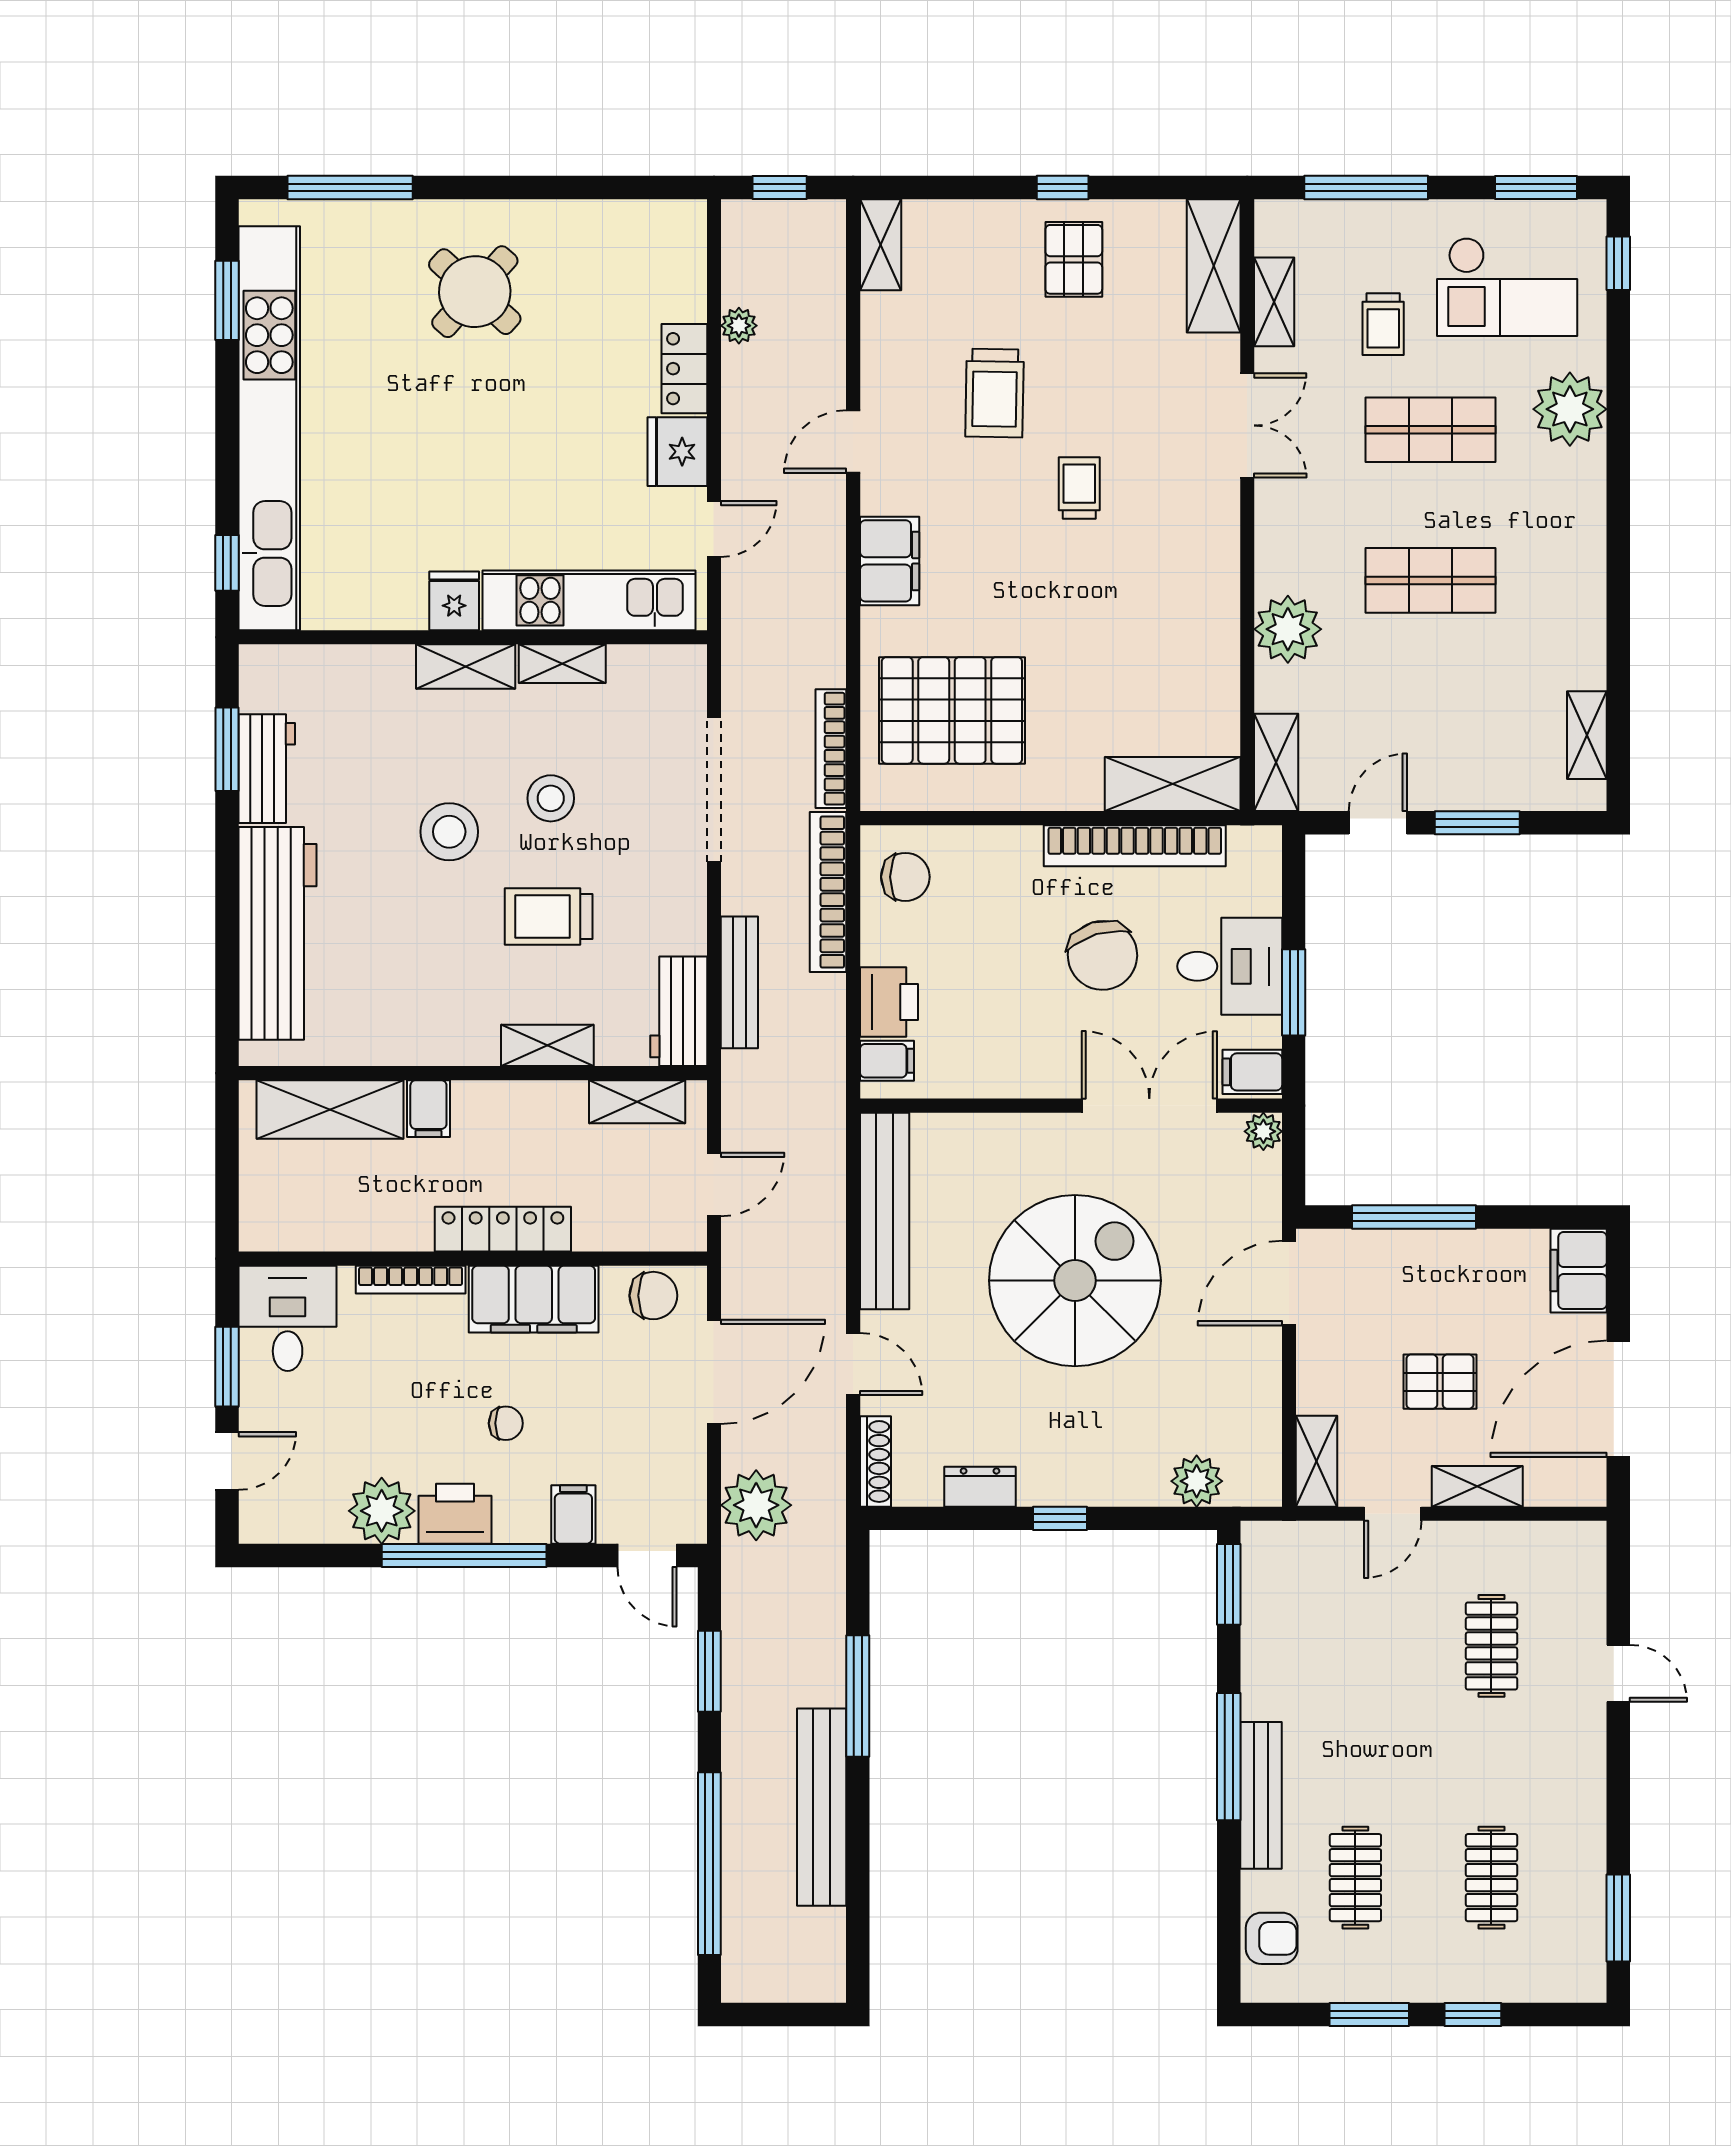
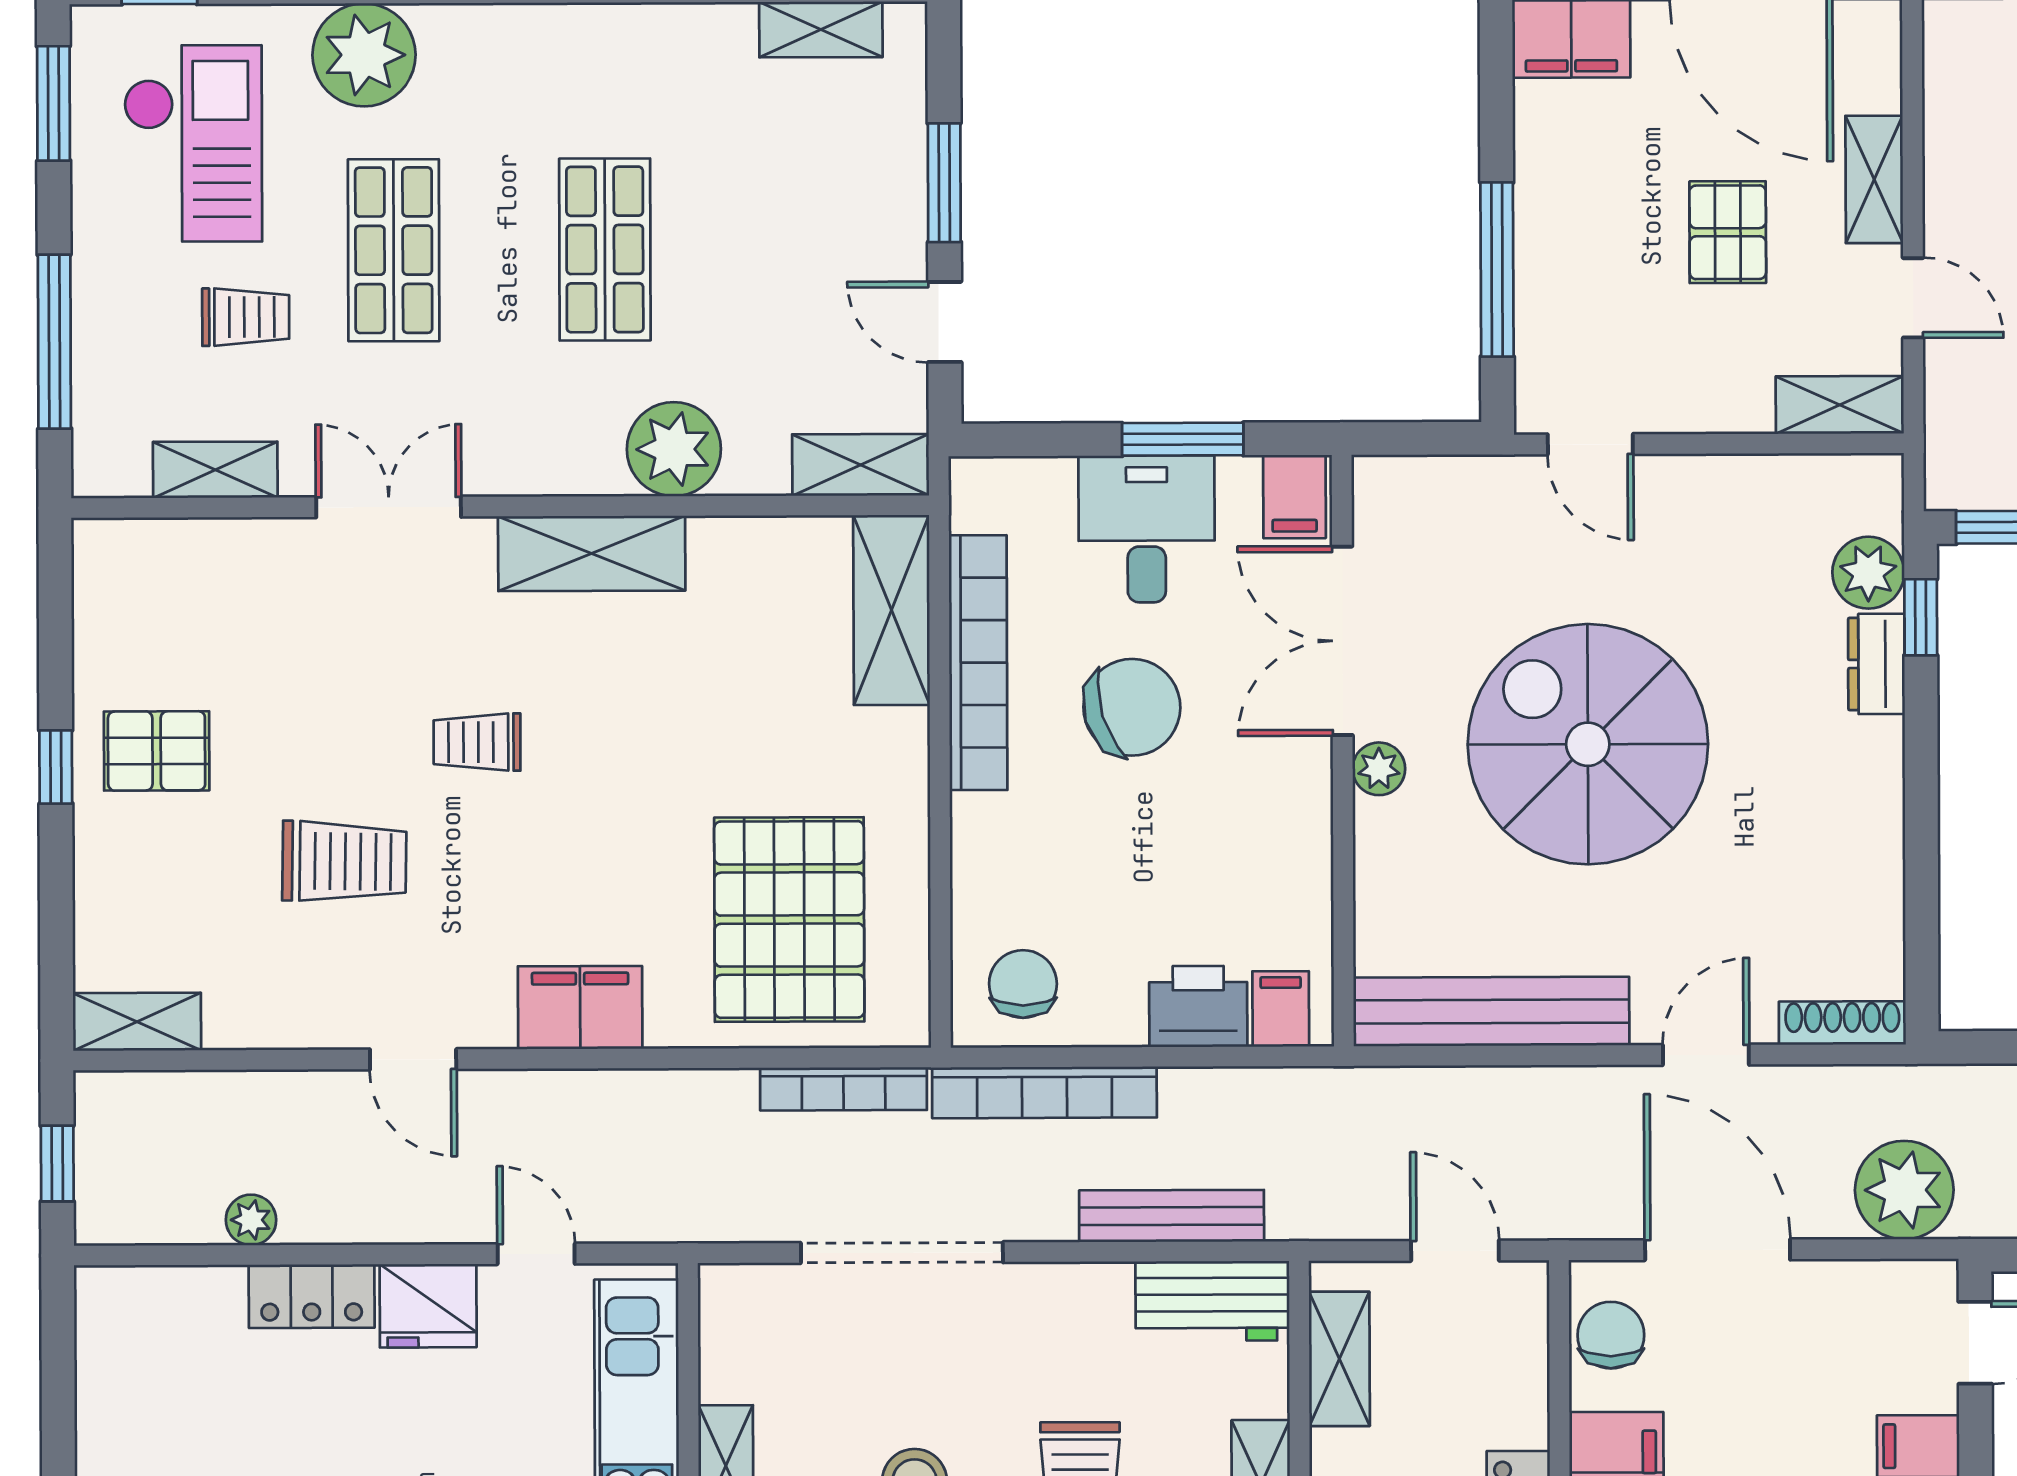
shelving: (1214, 266) -> (592, 553), moved
plant: (1263, 1131) -> (1379, 769), moved
door: (1289, 1283) -> (1590, 444), width x0.73
dresser: (980, 1487) -> (1876, 664), moved
window: (1060, 1518) -> (1921, 617), moved

